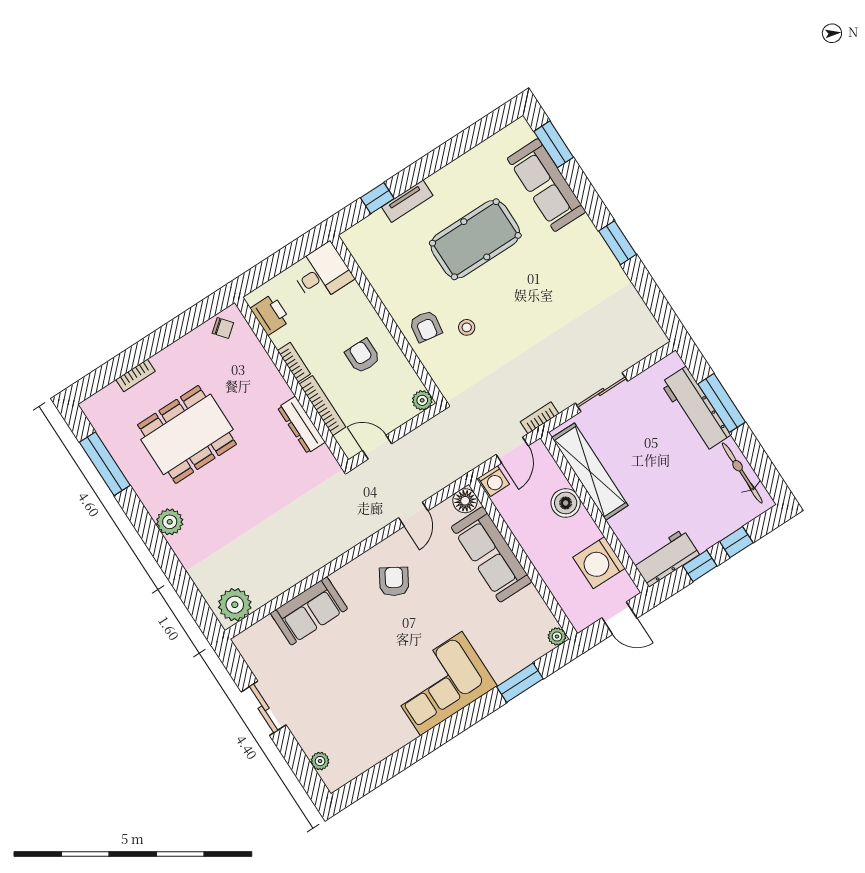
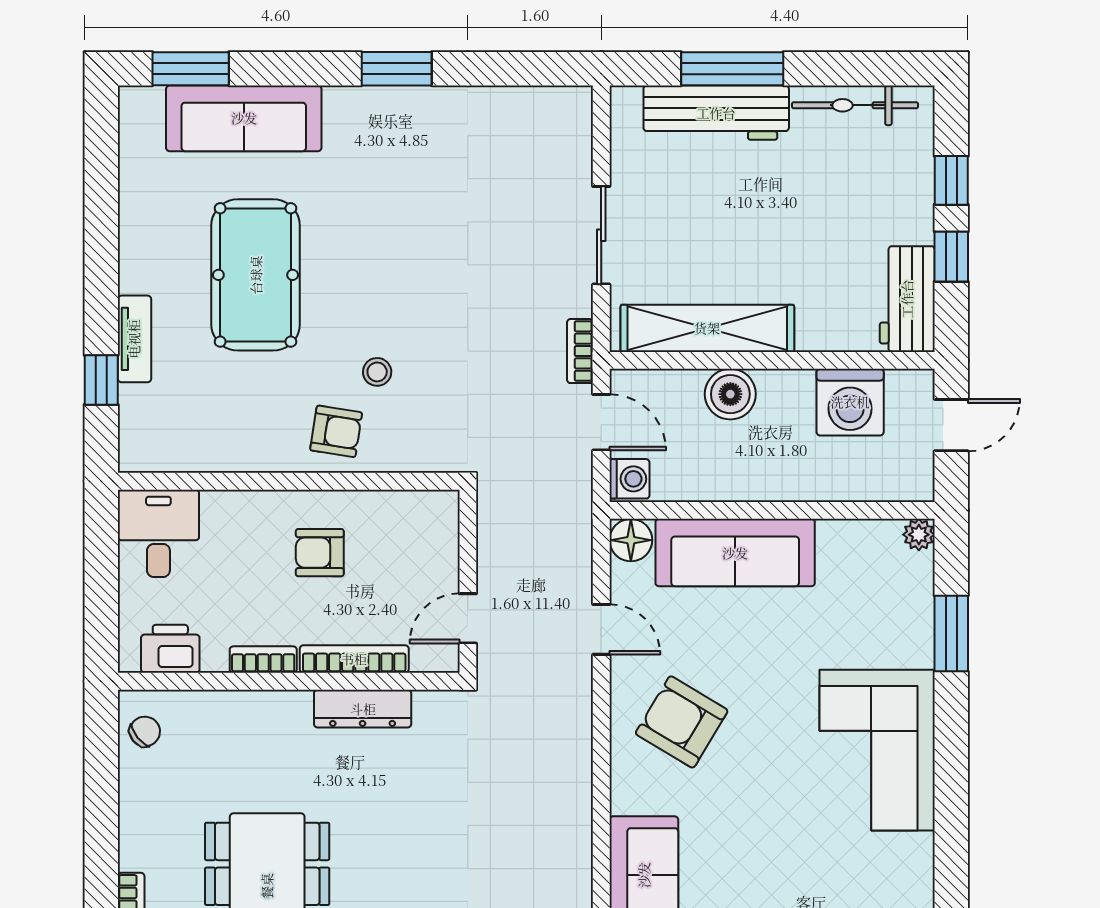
plant: (422, 400) -> (442, 507), removed
armchair: (394, 581) -> (682, 722), width x1.38, depth x1.38

